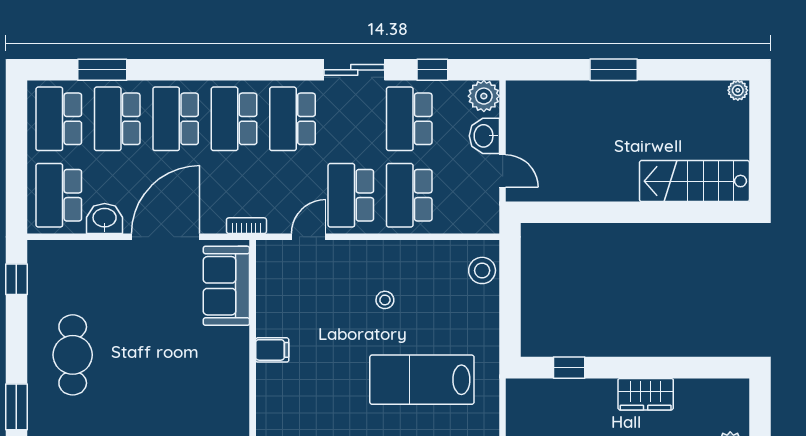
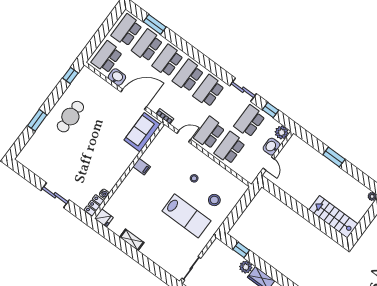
stool: (482, 270) -> (214, 200), moved
lab bench: (422, 380) -> (186, 216), turned 180
plant: (601, 393) -> (246, 267), added

